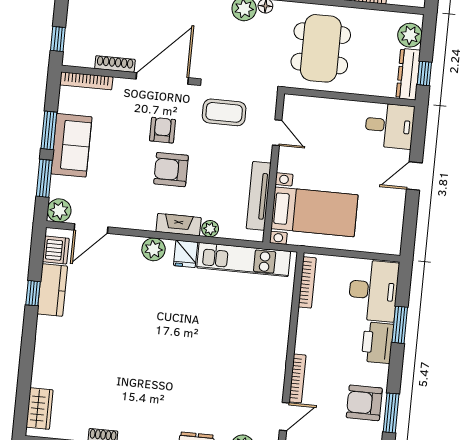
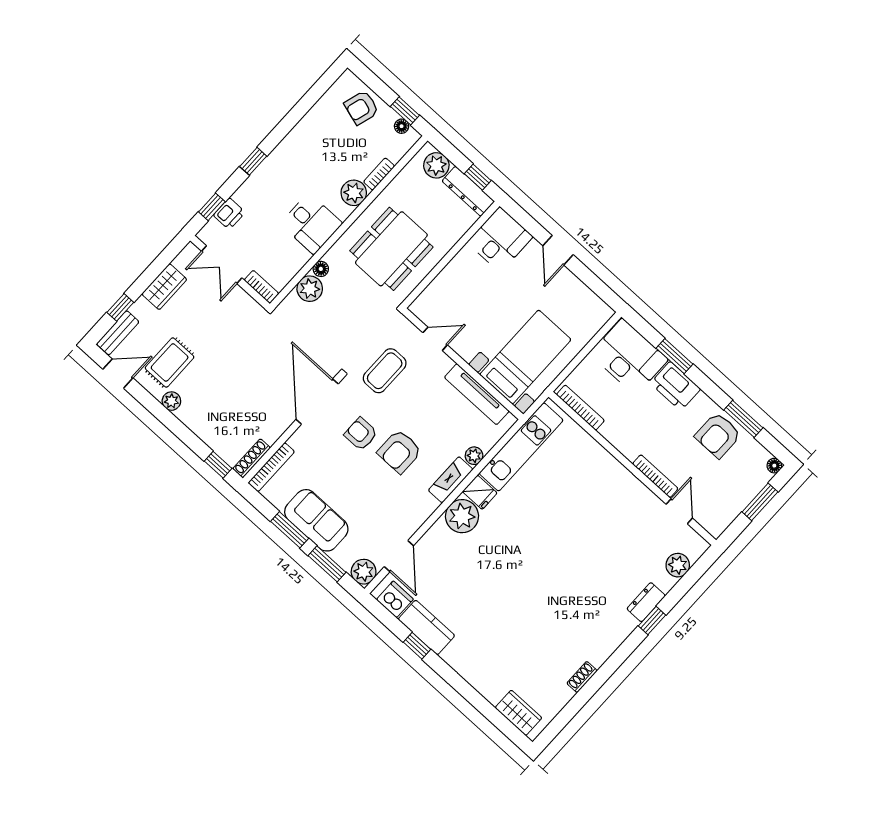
dining table: (321, 48) -> (391, 249), turned 90
shoe rack: (115, 64) -> (251, 458), moved
plant: (153, 249) -> (462, 516), width x1.36, depth x1.36

